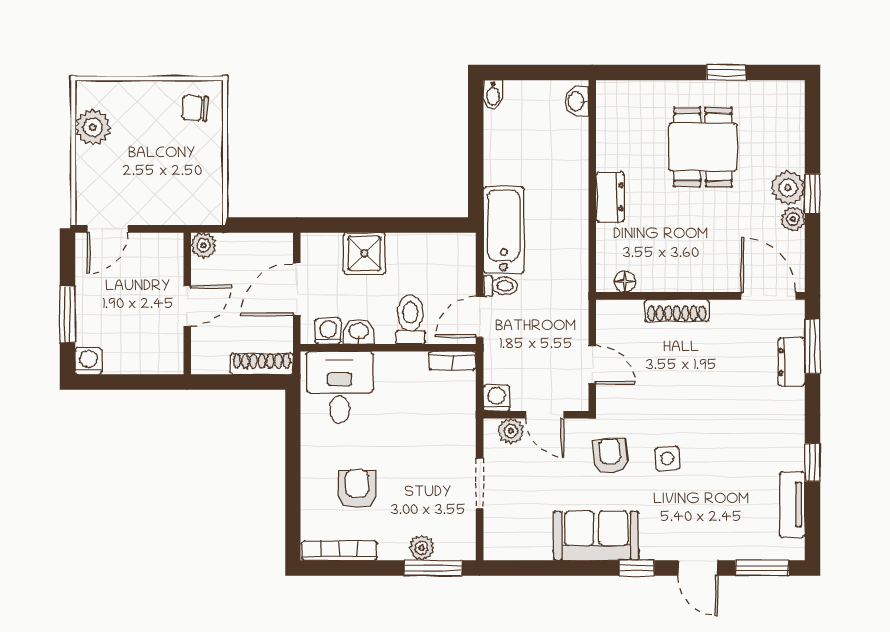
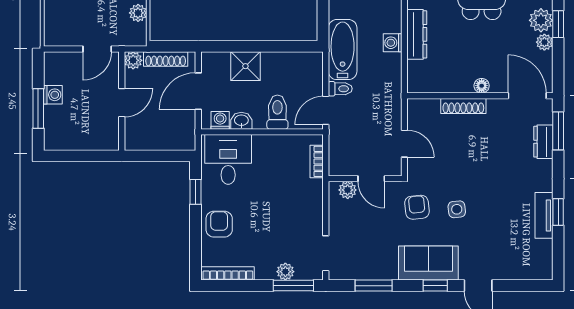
plant: (211, 177) -> (138, 13), added
dresser: (610, 197) -> (417, 34), width x1.44
door: (108, 229) -> (97, 49), moved
floor lamp: (625, 282) -> (482, 86), moved
washing machine: (88, 361) -> (53, 95), moved, turned 90
bookcase: (452, 361) -> (317, 161), moved, turned 90
shoe rack: (262, 364) -> (166, 59), moved, turned 180
washing machine: (496, 398) -> (393, 43), moved, turned -90
window: (293, 434) -> (195, 192), added
doorway: (480, 483) -> (326, 253), moved
armchair: (357, 489) -> (219, 224), moved
tv unit: (792, 505) -> (544, 215), moved
sofa: (596, 536) -> (428, 263), moved
window: (762, 568) -> (374, 286), moved

